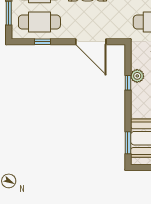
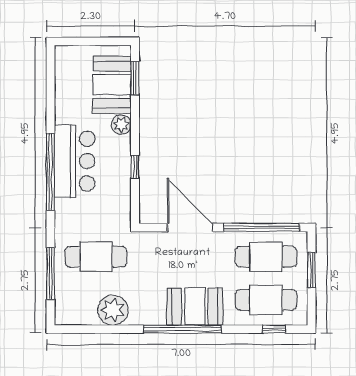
window: (43, 42) -> (261, 227), width x3.17
plant: (137, 76) -> (121, 125), moved

